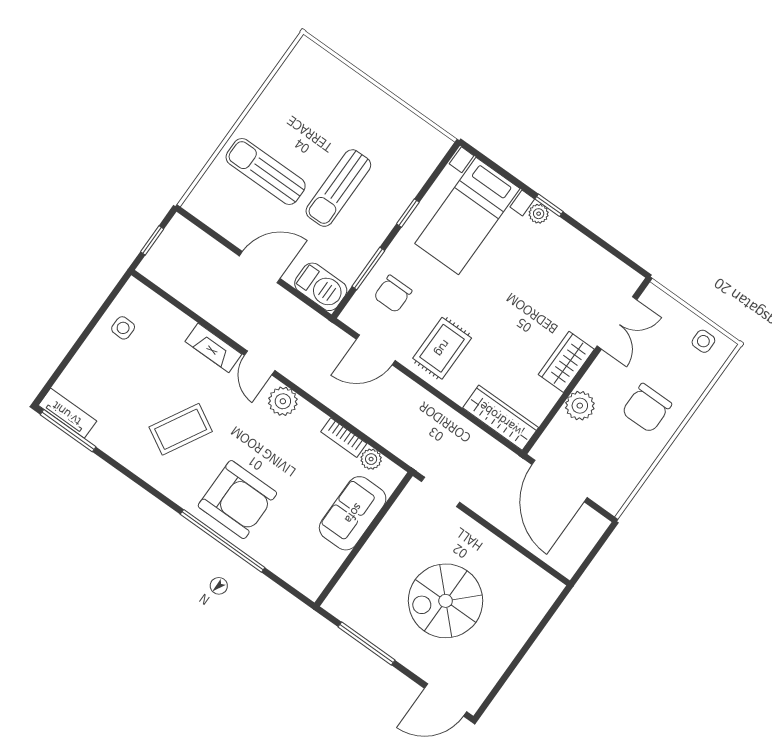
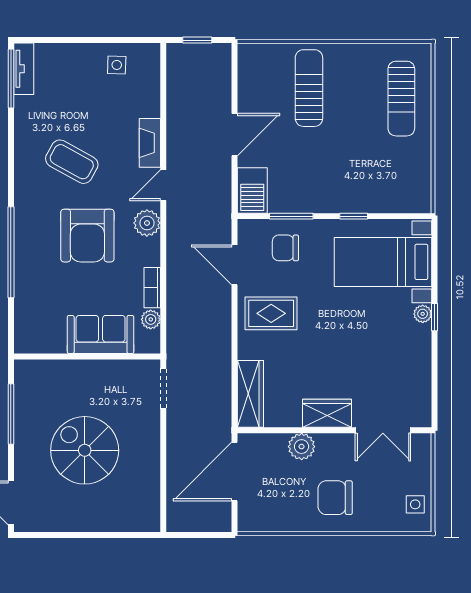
sun lounger: (338, 188) -> (401, 99), moved, turned -90
door: (260, 267) -> (235, 135), hinge flipped
armchair: (237, 500) -> (87, 236), moved

